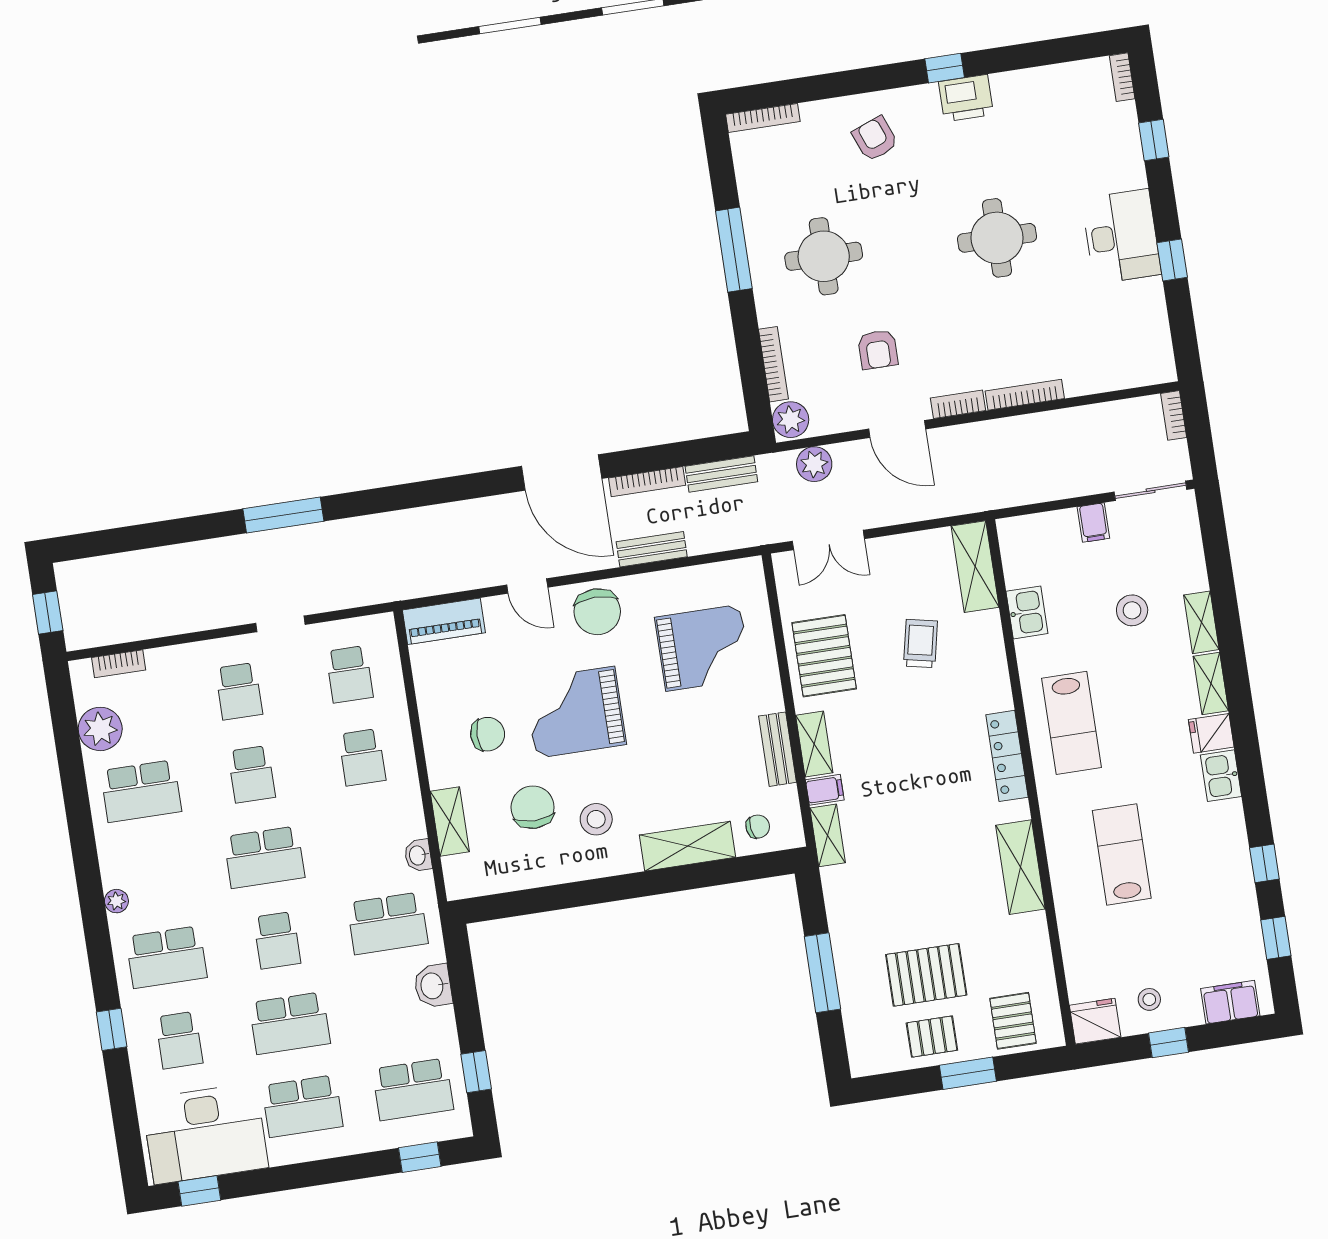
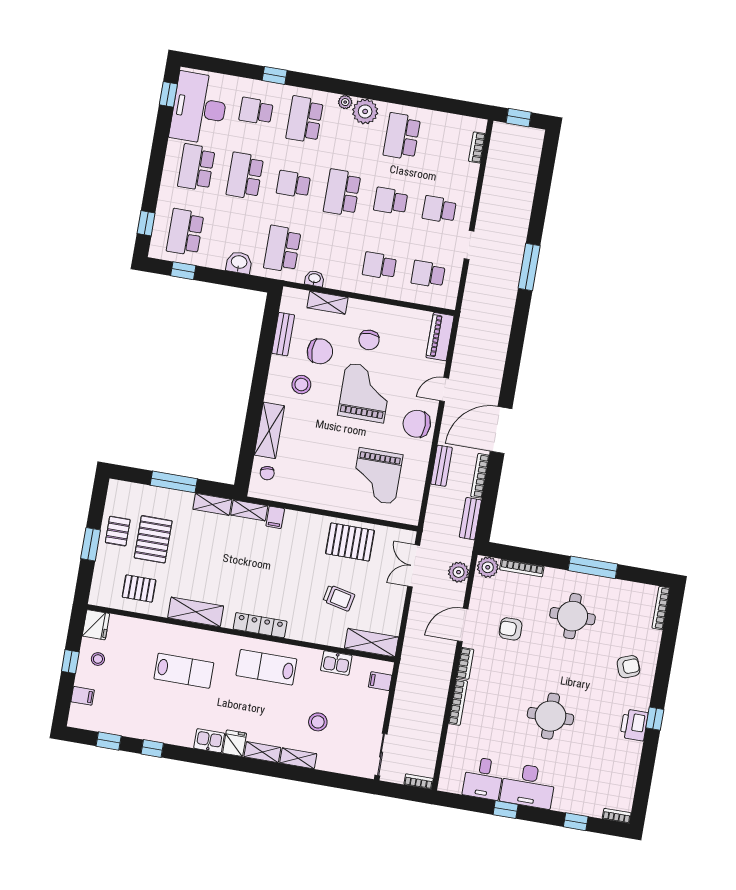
desk: (1134, 313) -> (483, 778), added
filing cabinet: (1093, 522) -> (380, 681), moved
plant: (100, 729) -> (365, 111), moved
shelving: (814, 744) -> (212, 504), moved
bench: (778, 749) -> (283, 334), moved, turned 90
filing cabinet: (1230, 1002) -> (83, 696), width x0.50
pallet: (1013, 1021) -> (139, 588), moved

